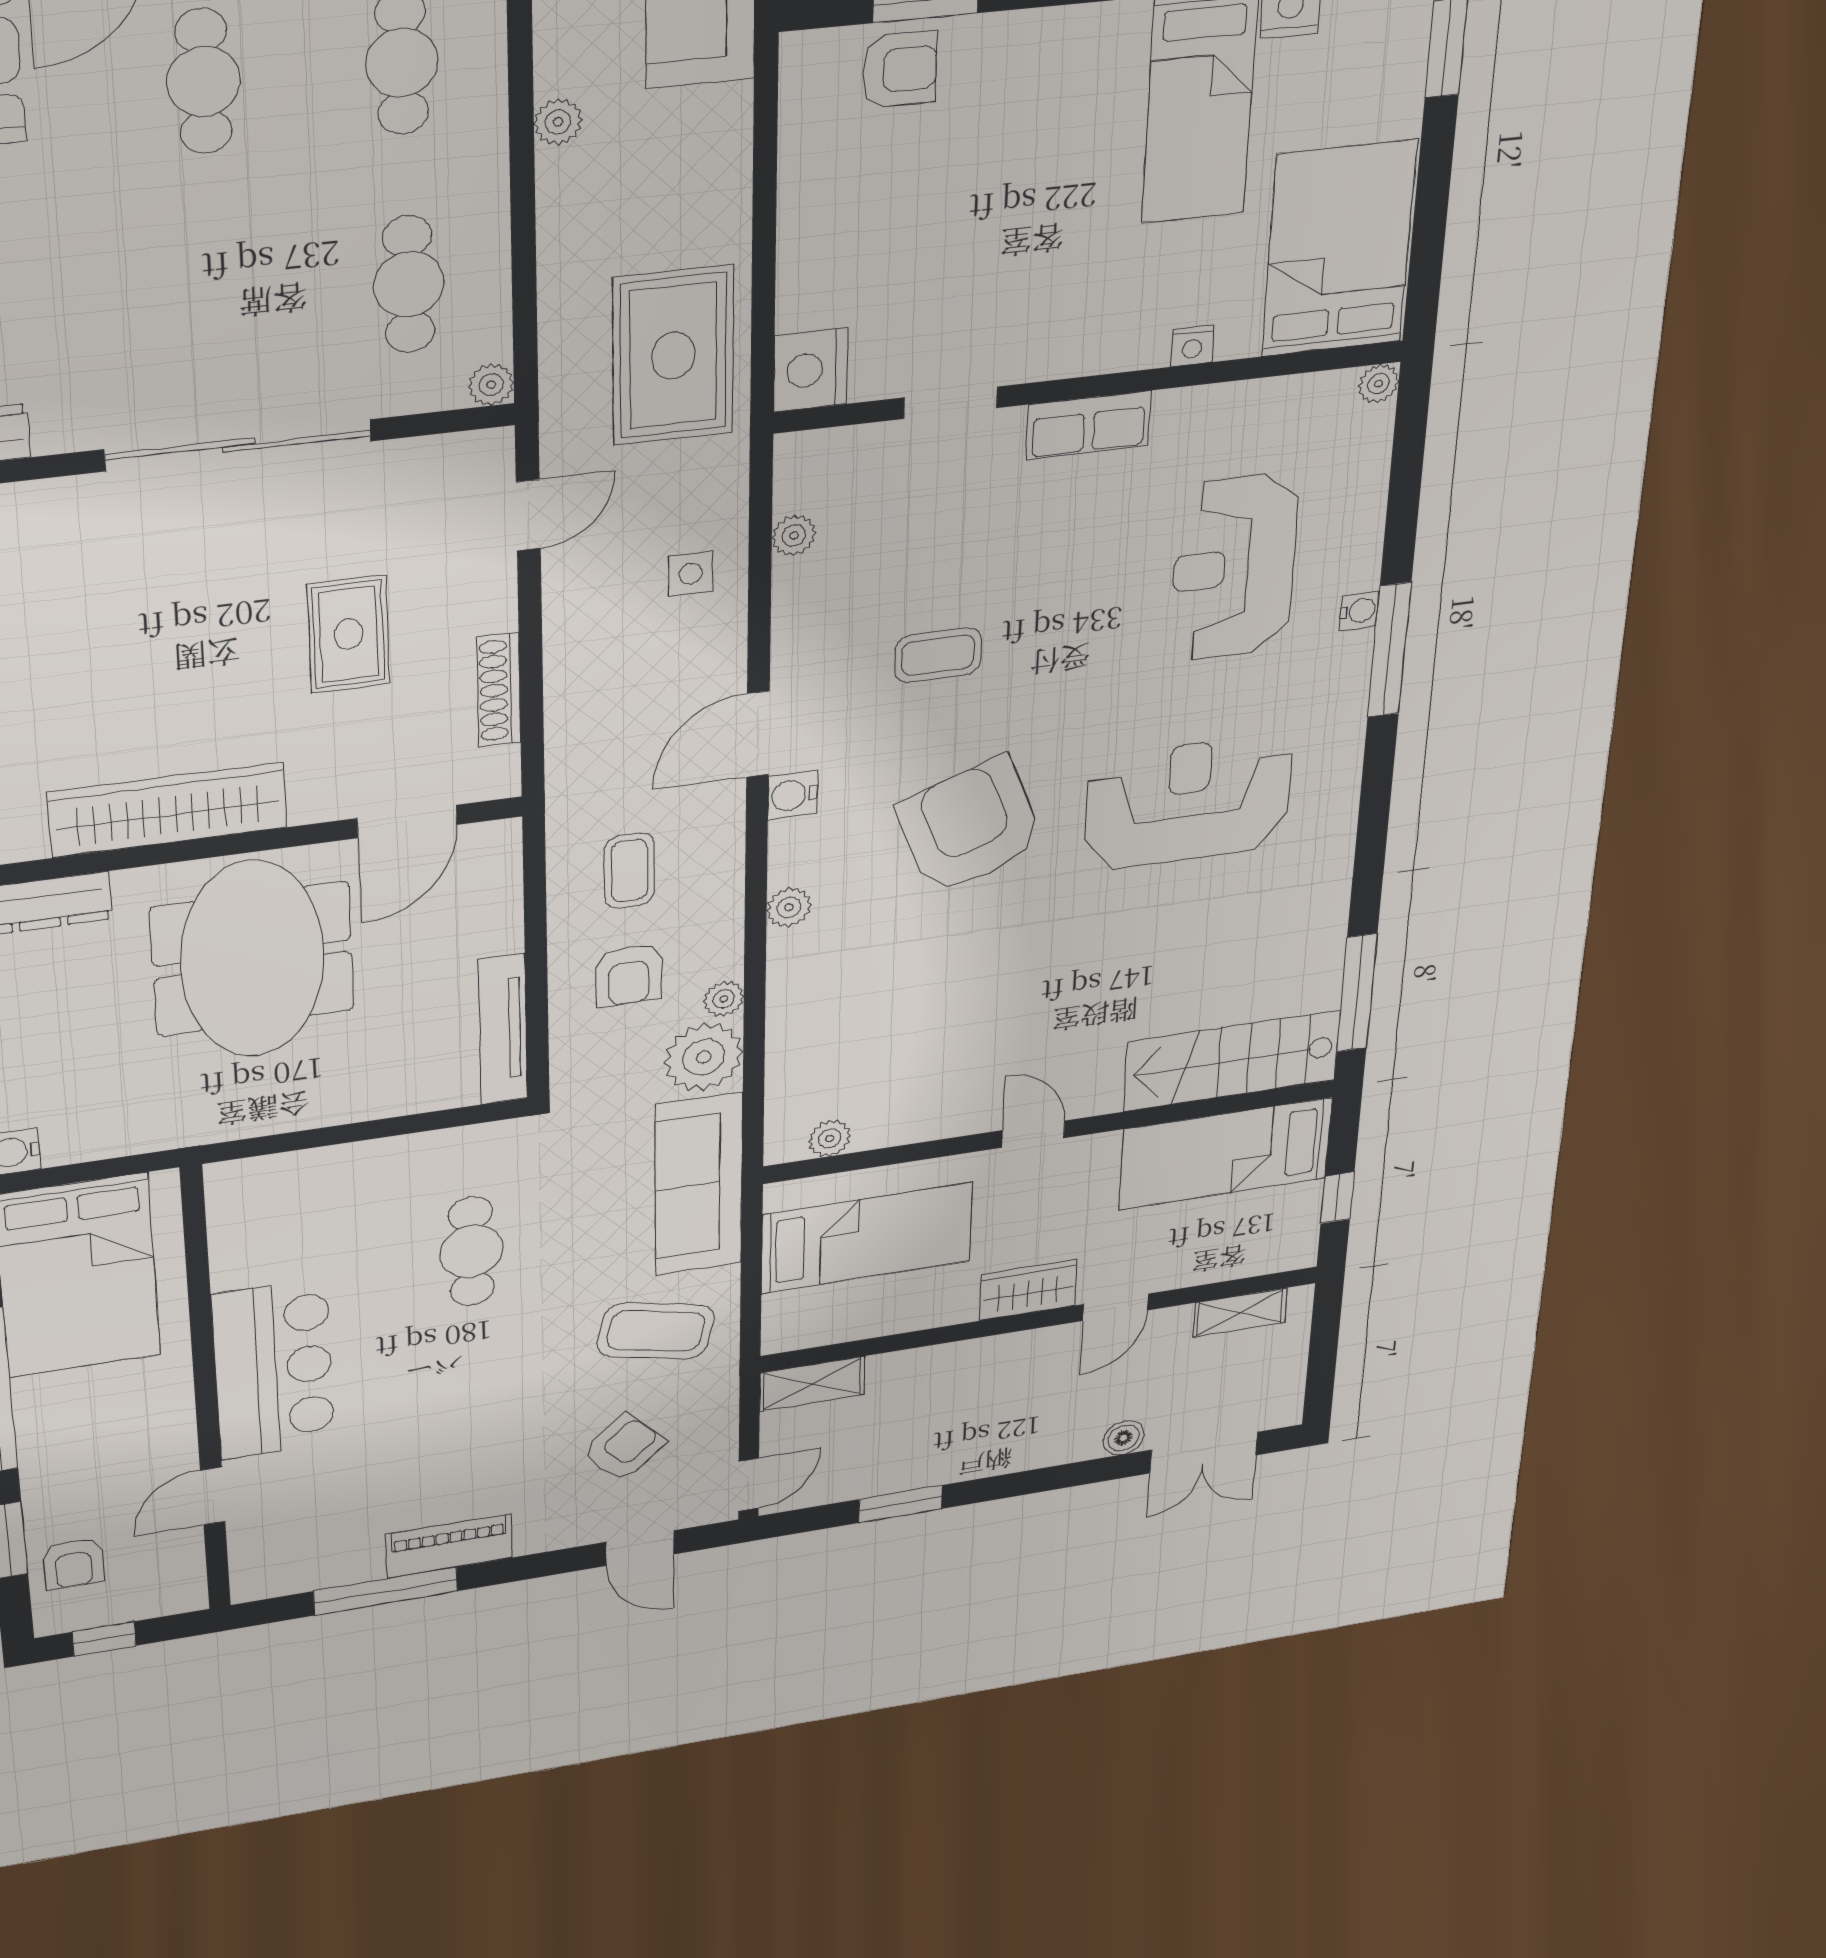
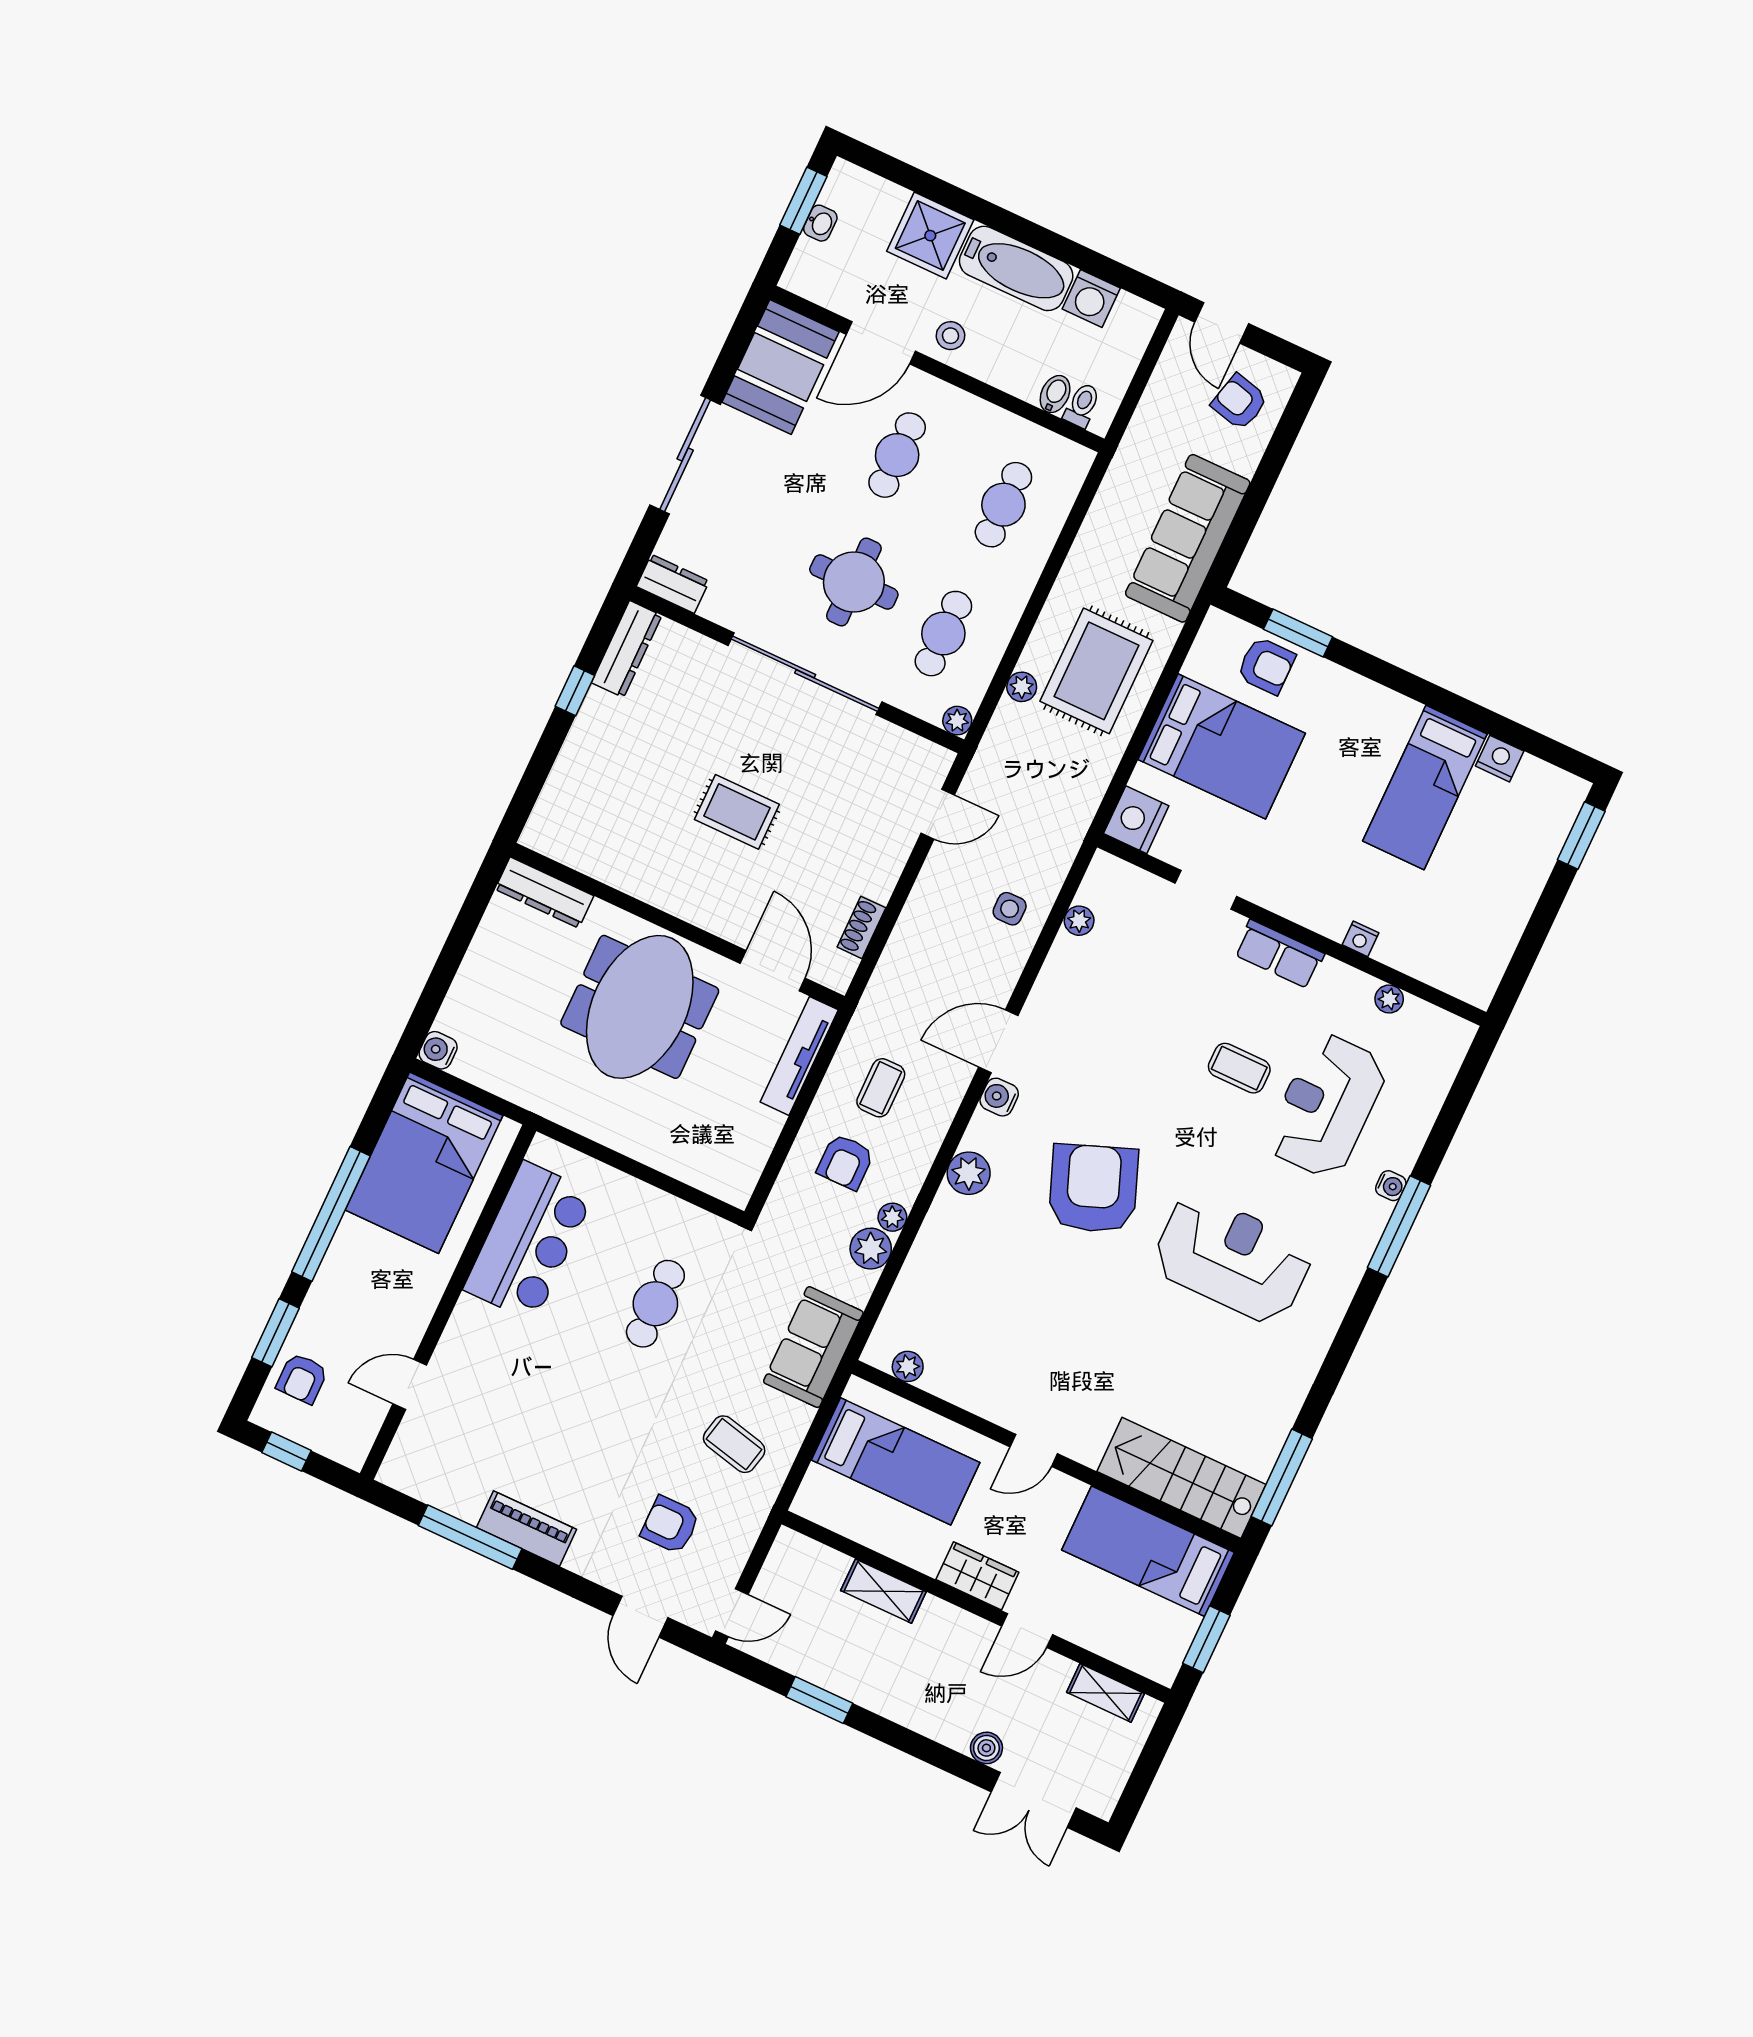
plant: (558, 122) -> (1022, 687), moved
bed: (1339, 249) -> (1222, 746), moved, turned 90
round table: (239, 288) -> (854, 582), added
rug: (673, 356) -> (1096, 671), moved
plant: (1379, 384) -> (1389, 999), moved
rug: (349, 634) -> (737, 812), moved, turned 90
coffee table: (938, 655) -> (1239, 1068), moved
shoe rack: (499, 690) -> (861, 927), width x0.70
wardrobe: (168, 810) -> (647, 877), removed
door: (407, 821) -> (773, 971), swing flipped
plant: (789, 907) -> (969, 1173), width x1.38, depth x1.38
tv unit: (503, 1029) -> (799, 1056), moved
plant: (704, 1057) -> (871, 1249), width x0.73, depth x0.73
door: (1033, 1134) -> (1034, 1450), swing flipped
sofa: (699, 1184) -> (813, 1347), width x0.73
window: (1337, 1198) -> (1206, 1639), width x1.50
coffee table: (656, 1331) -> (734, 1444), width x0.73, depth x0.77
bar counter: (273, 1369) -> (529, 1241), moved
shelving: (812, 1384) -> (883, 1591), moved
armchair: (624, 1448) -> (670, 1525), turned -137

